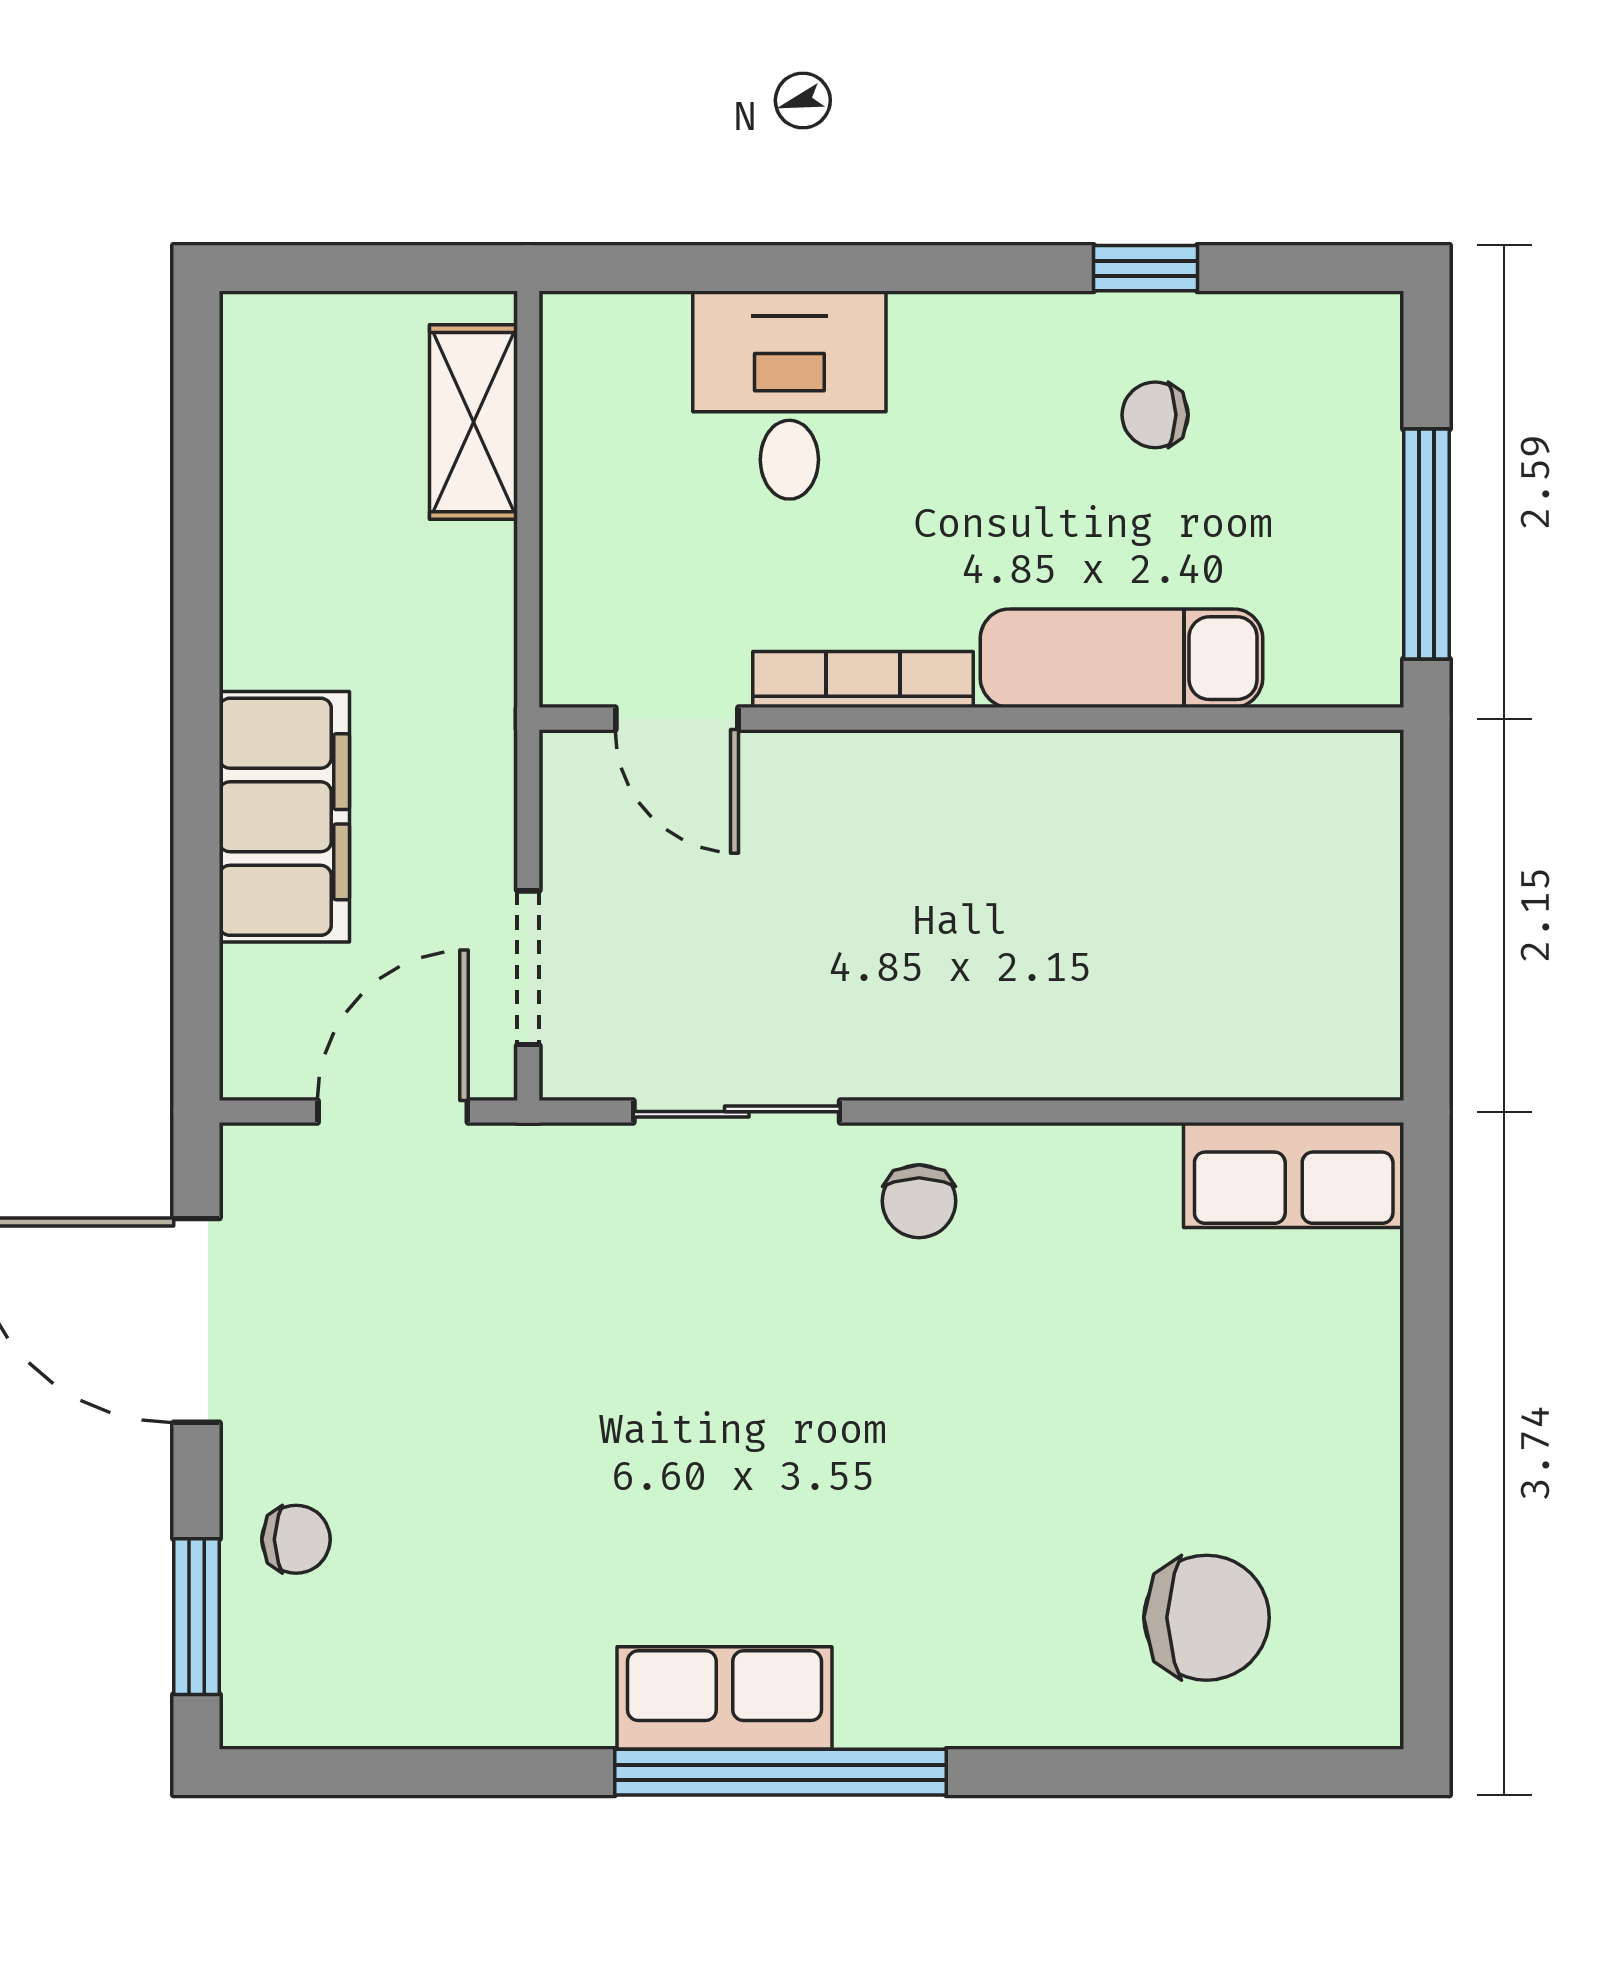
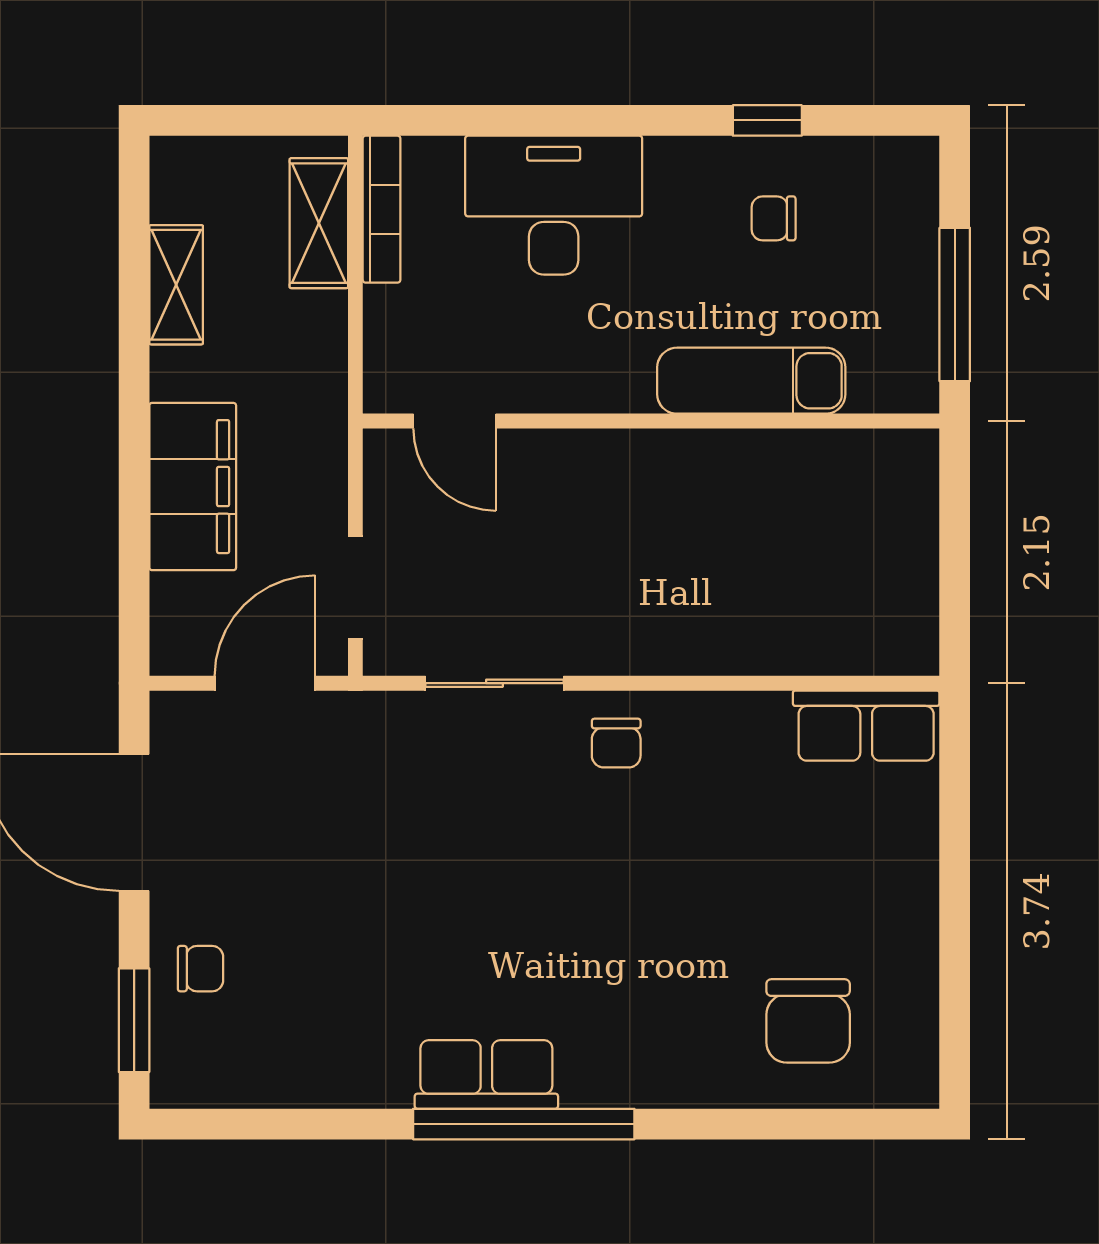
desk: (789, 395) -> (554, 205), width x1.37
shelving: (260, 514) -> (176, 285), added
bookcase: (863, 679) -> (382, 209), moved, turned 90
chair: (1207, 1618) -> (808, 1021), turned 90

